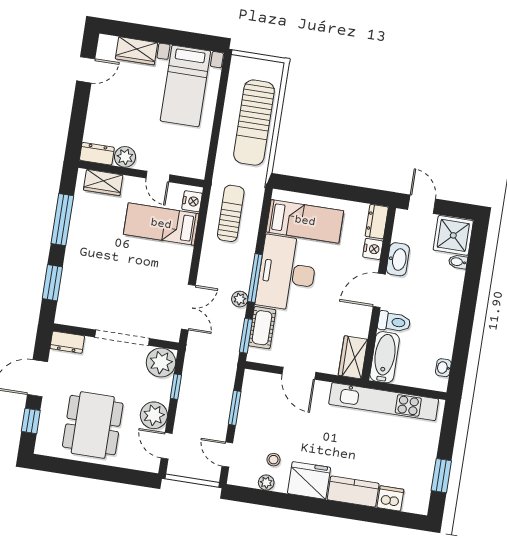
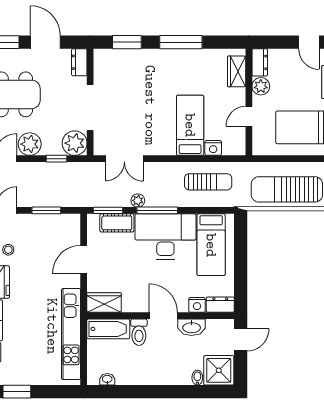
dresser: (97, 154) -> (260, 62), moved
plant: (125, 157) -> (261, 86), moved
wall: (141, 174) -> (249, 102), moved
door: (158, 176) -> (249, 116), moved
wardrobe: (103, 183) -> (237, 71), moved

